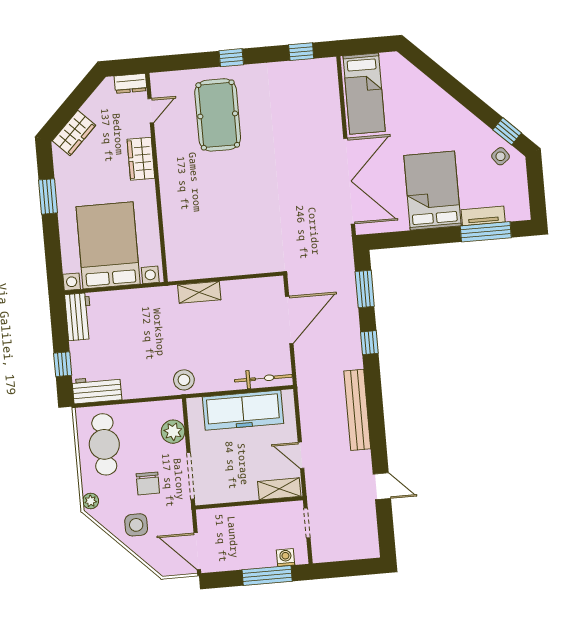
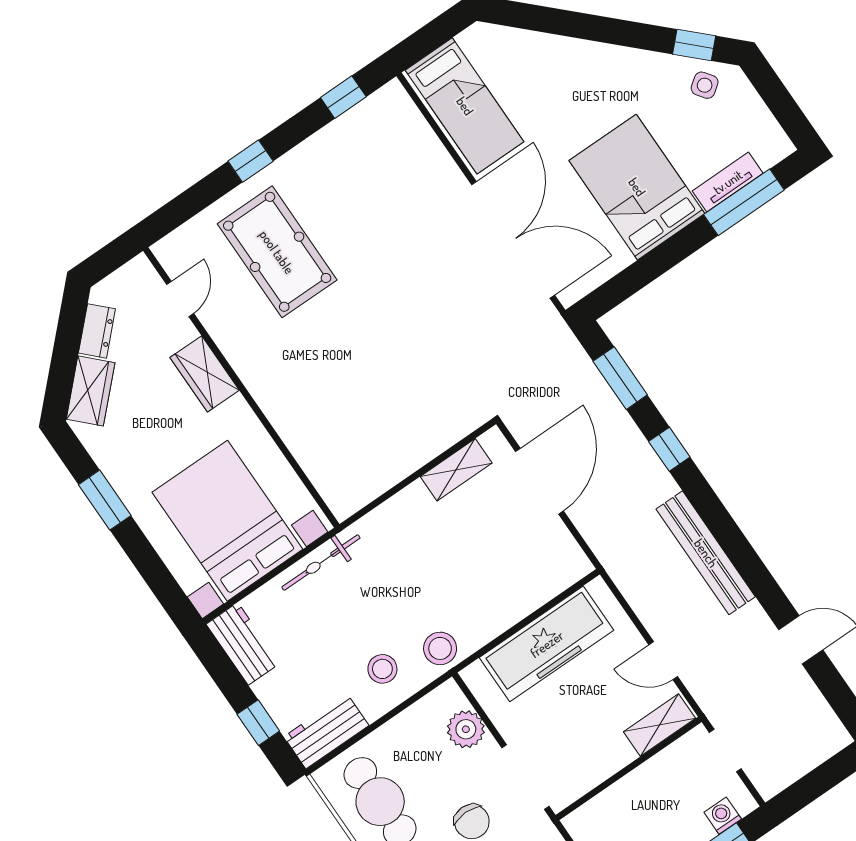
dresser: (131, 83) -> (97, 331), moved, turned -45
shelving: (199, 292) -> (456, 470), moved
stool: (146, 373) -> (382, 669), added
bicycle: (263, 378) -> (321, 563), moved, turned 180

